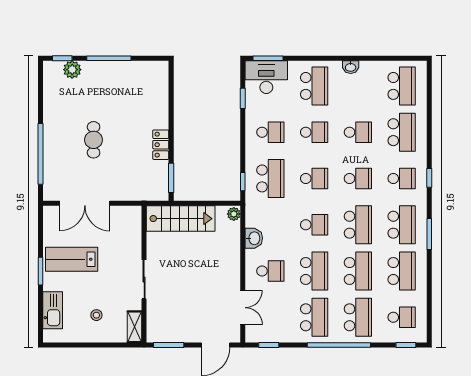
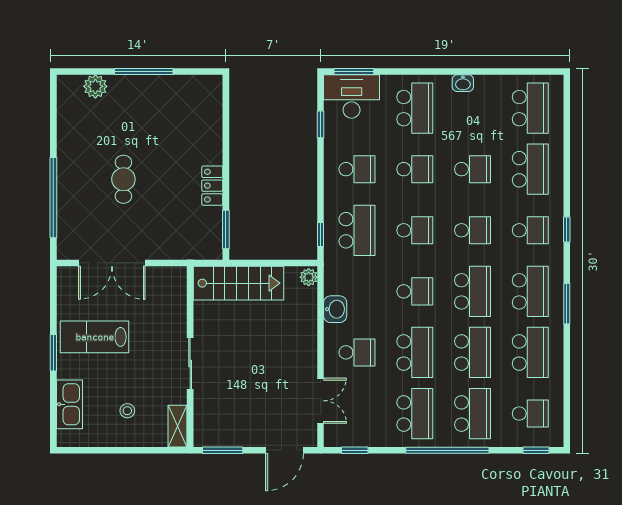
window: (62, 58) -> (82, 71), removed

